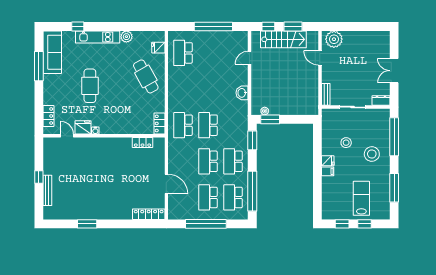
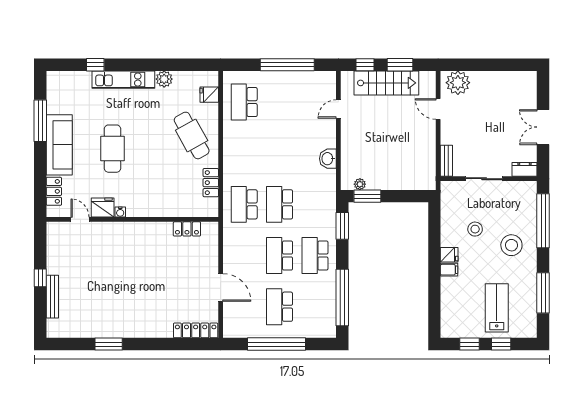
sofa: (52, 52) -> (59, 145), moved
locker: (159, 123) -> (211, 183), moved
school desk: (233, 197) -> (315, 307), removed

